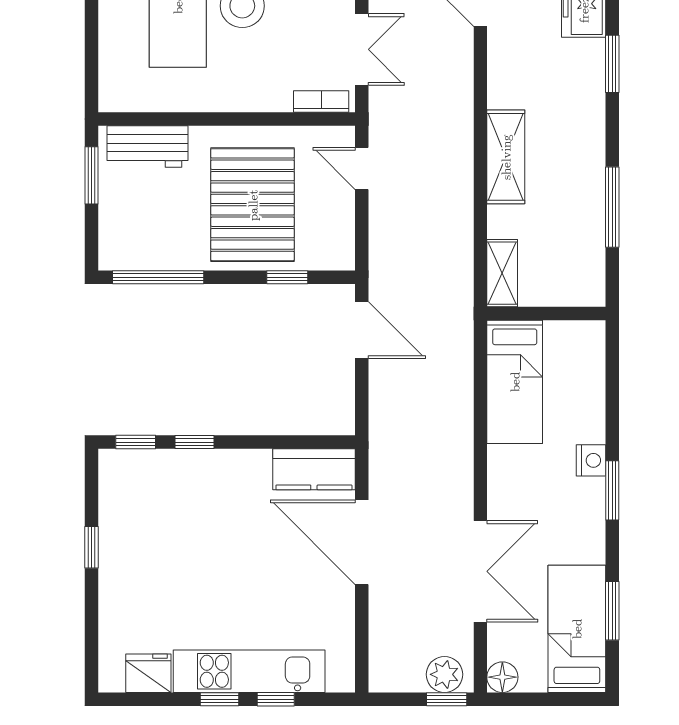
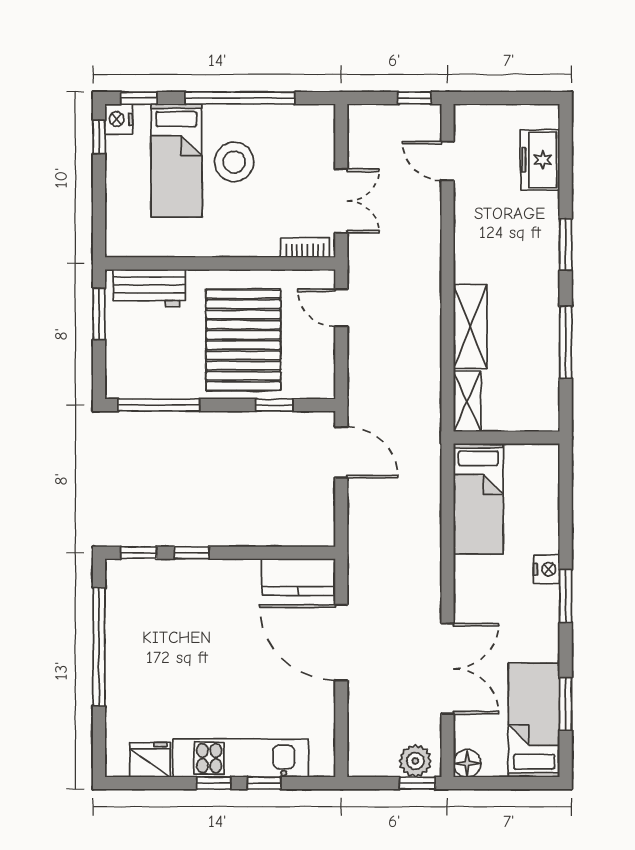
window: (612, 64) -> (566, 245), moved
shelving: (506, 157) -> (470, 327), moved
window: (91, 547) -> (99, 647), width x3.17

